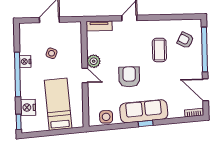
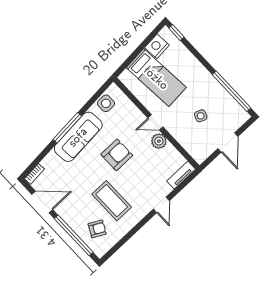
coffee table: (159, 50) -> (112, 201), width x1.36, depth x1.32
nightstand: (25, 62) -> (217, 89), removed
window: (18, 74) -> (231, 91), moved
armchair: (129, 77) -> (117, 155), turned -90
nightstand: (28, 107) -> (157, 46), moved, turned -94
window: (146, 124) -> (67, 128), width x2.17

